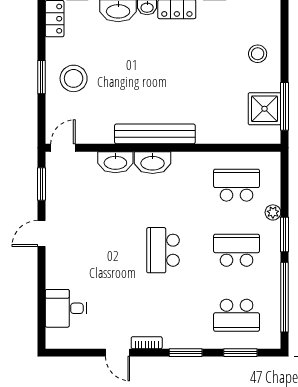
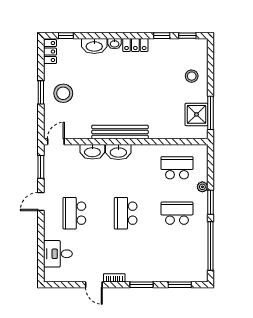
school desk: (237, 315) -> (74, 213), moved, turned 90

